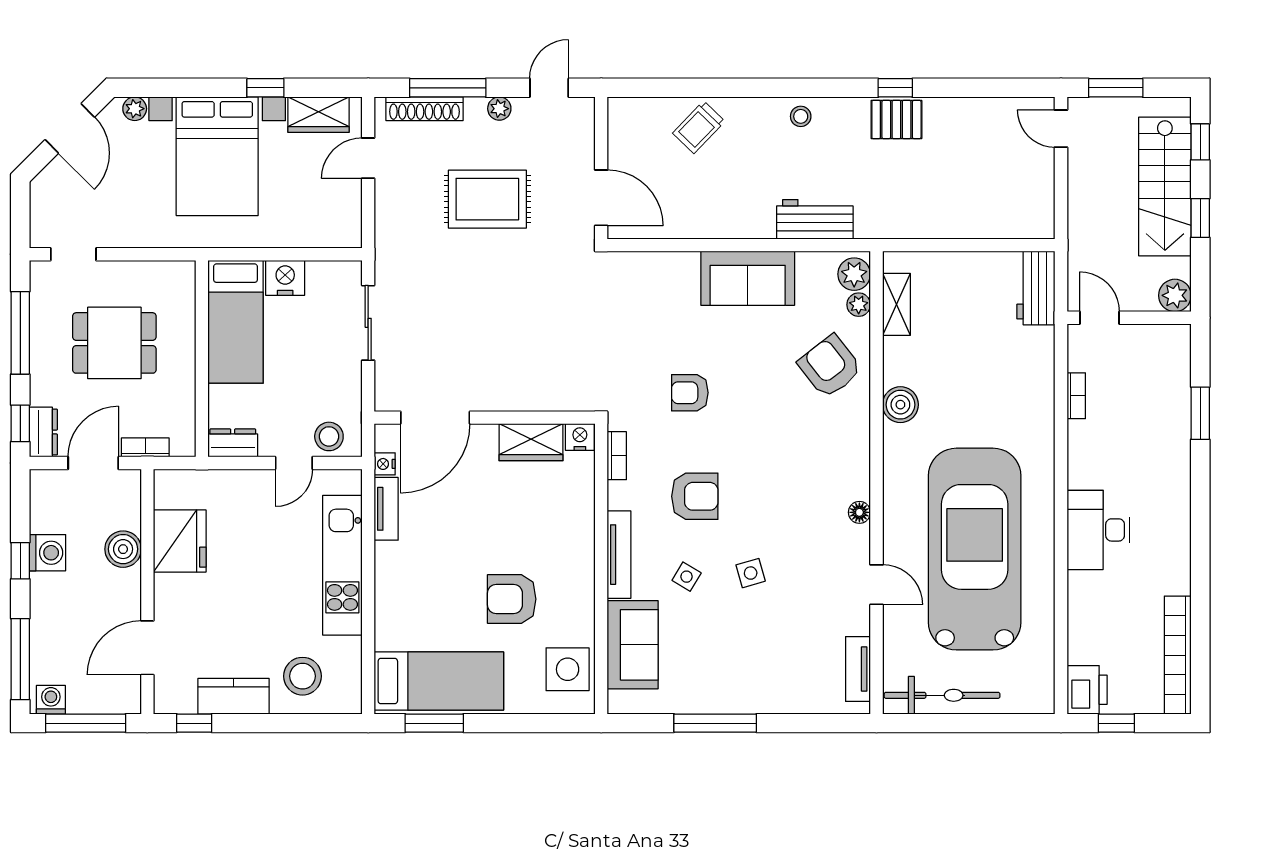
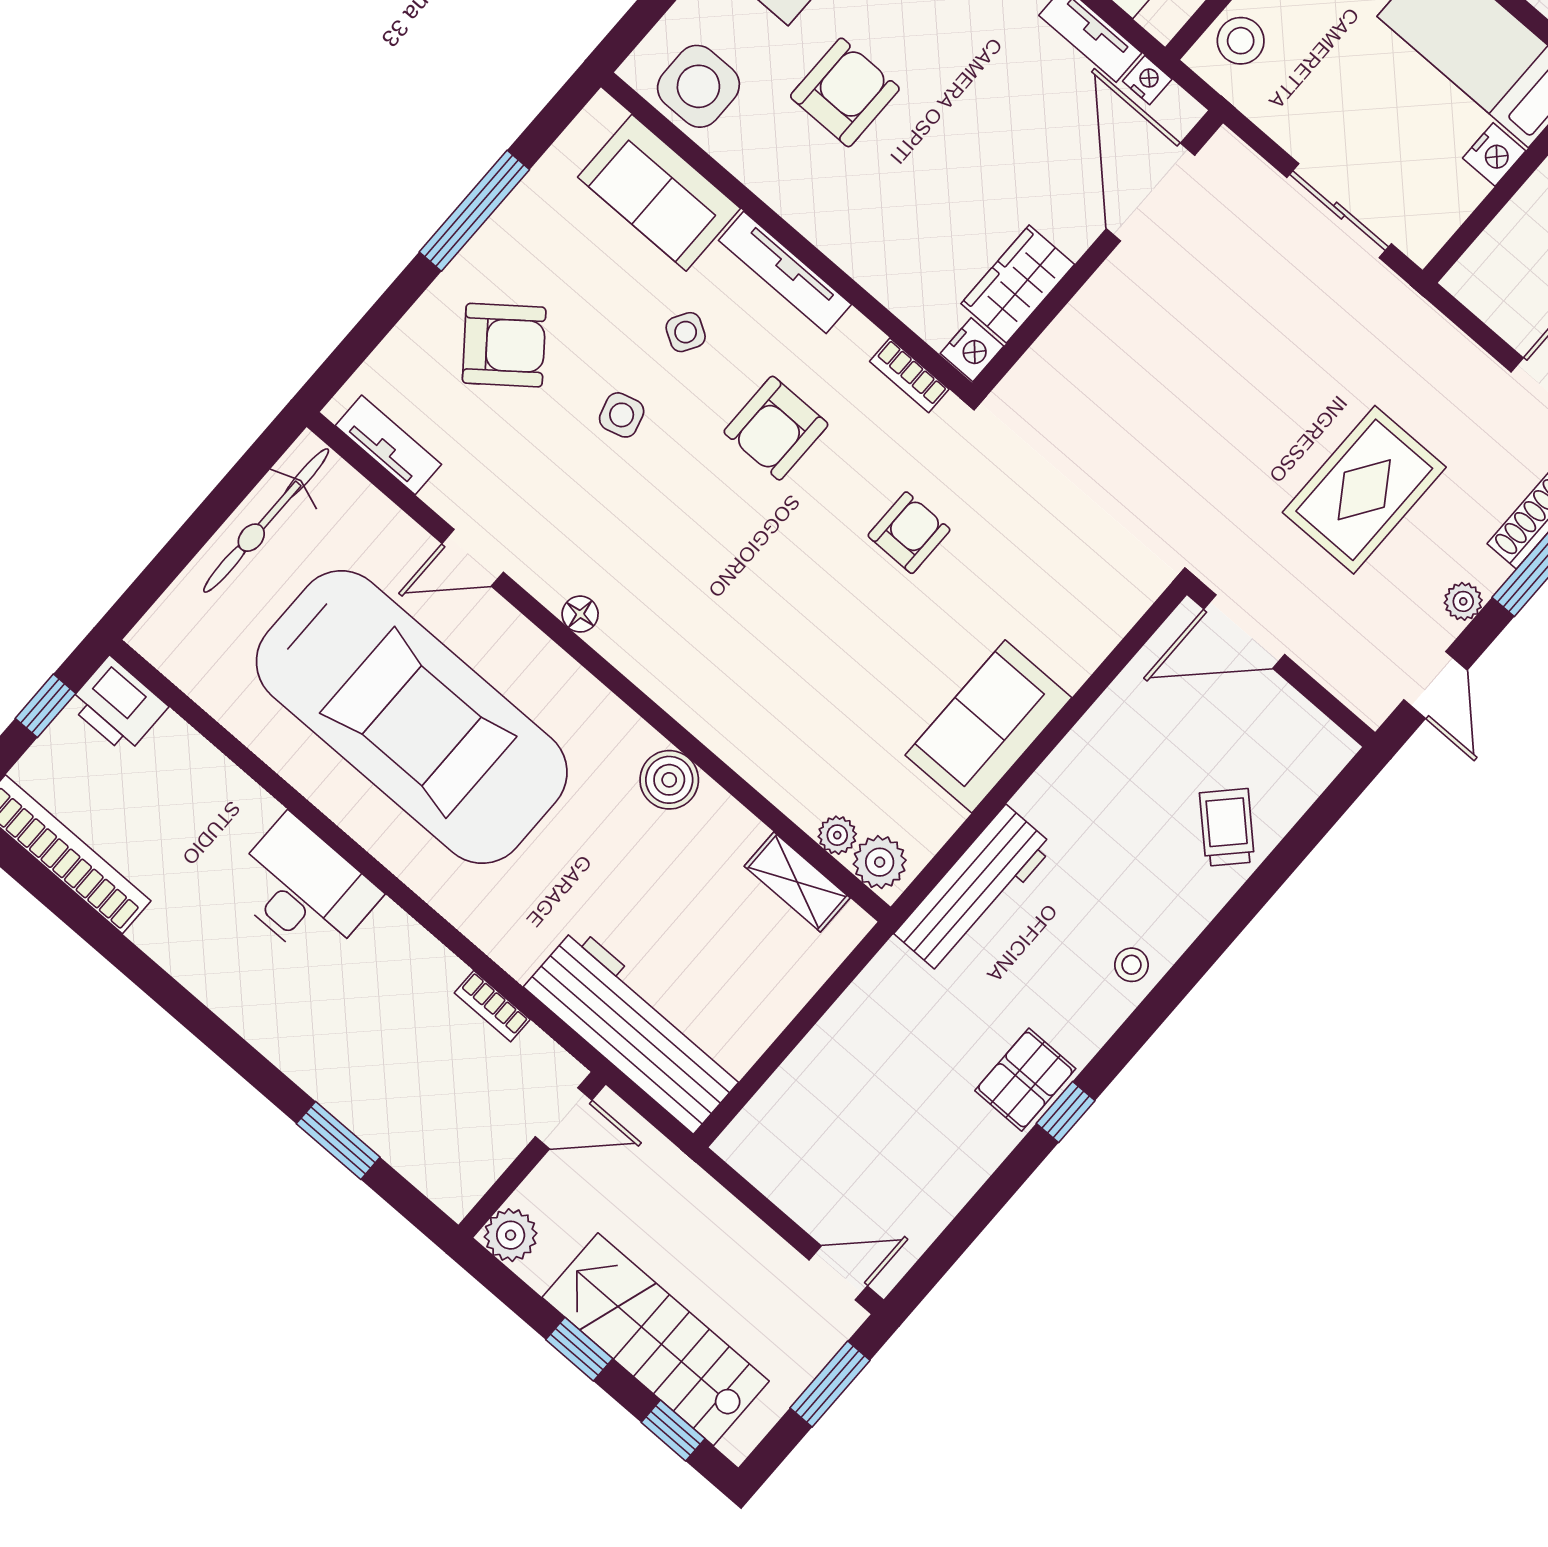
workbench: (815, 219) -> (974, 890), width x1.38
nightstand: (285, 278) -> (1494, 154), width x0.74, depth x0.75
workbench: (1036, 288) -> (635, 1030), width x1.87, depth x1.32
armchair: (830, 366) -> (504, 345), moved

